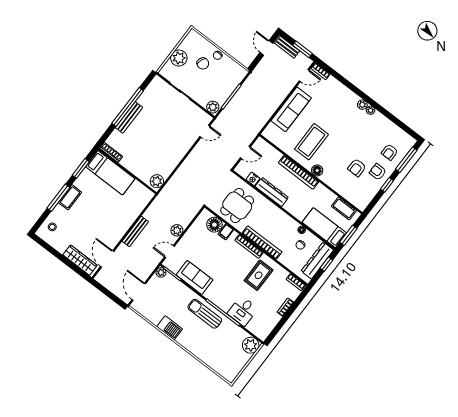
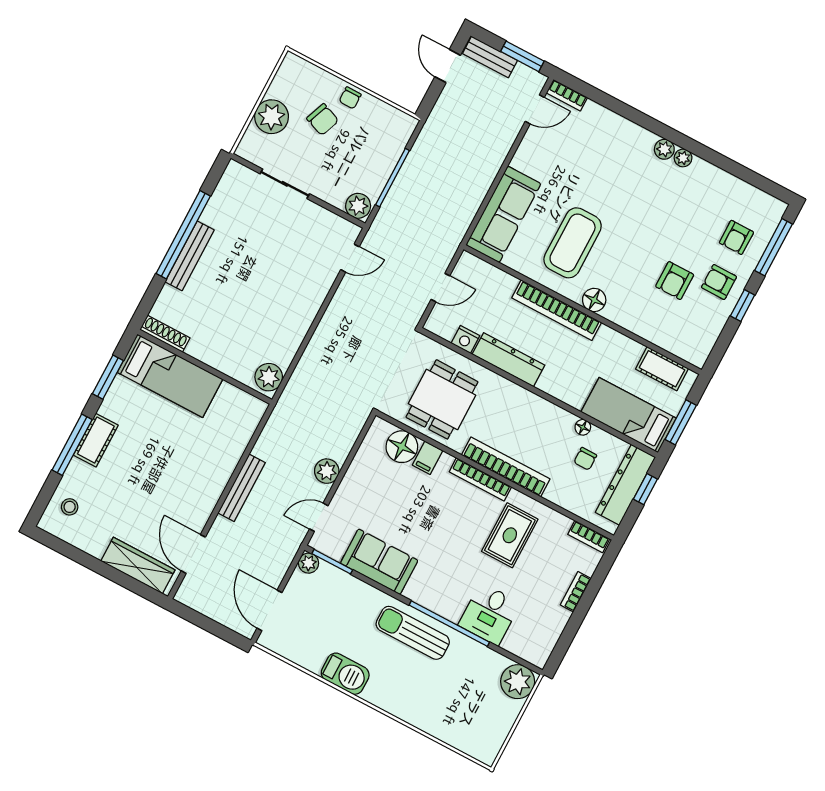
sofa: (291, 109) -> (503, 214), moved

